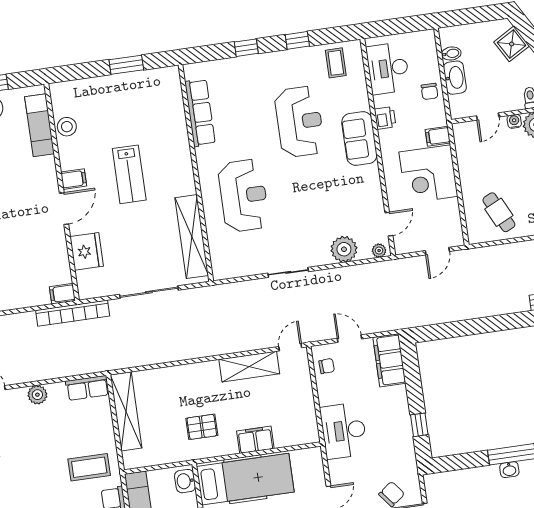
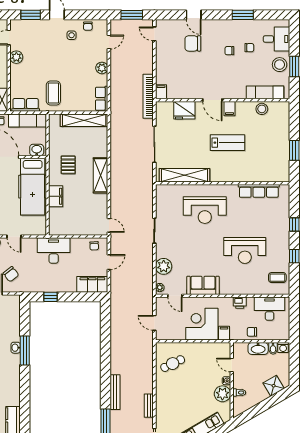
washing machine: (448, 37) -> (283, 347), added
sofa: (359, 138) -> (203, 285), moved
lab bench: (129, 174) -> (228, 143), turned 180
shelving: (249, 367) -> (101, 175), moved

